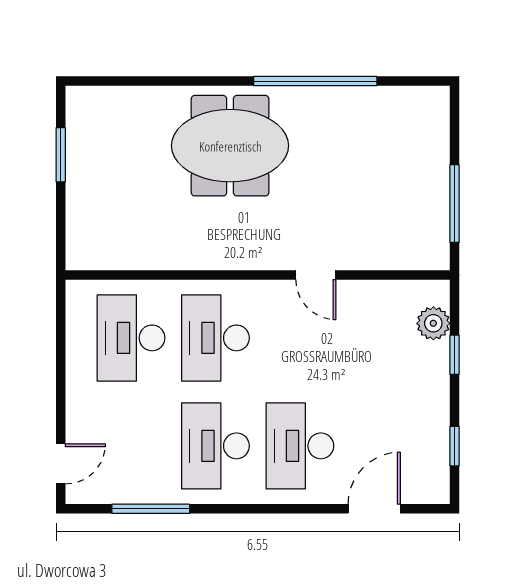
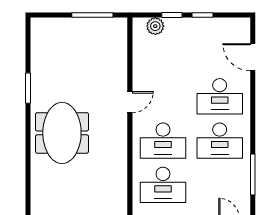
window: (315, 81) -> (28, 88), width x0.47
door: (316, 275) -> (130, 102), moved
window: (455, 446) -> (202, 15), moved

